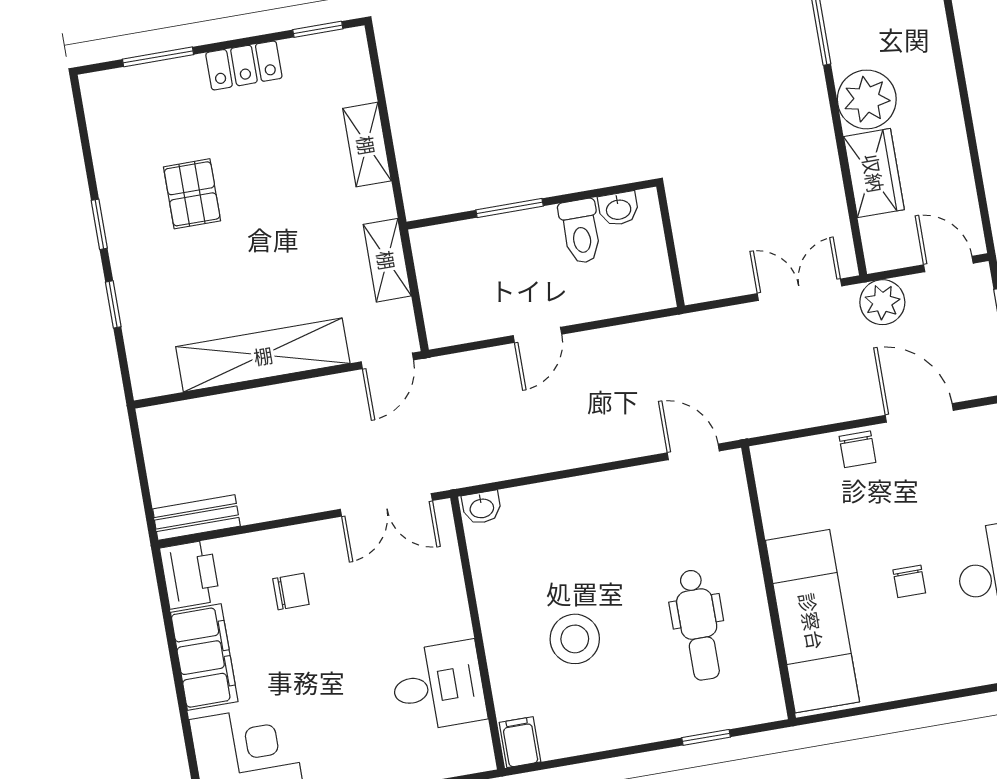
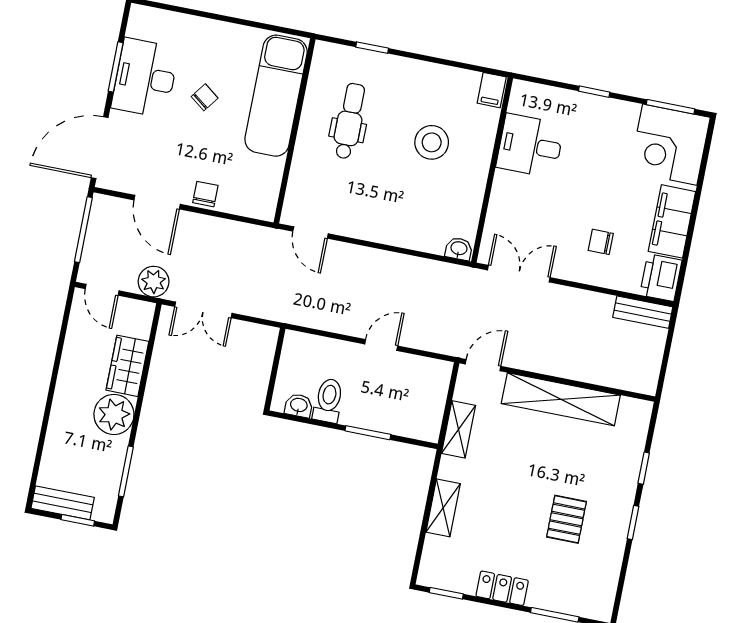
chair: (909, 581) -> (205, 97), turned 37

